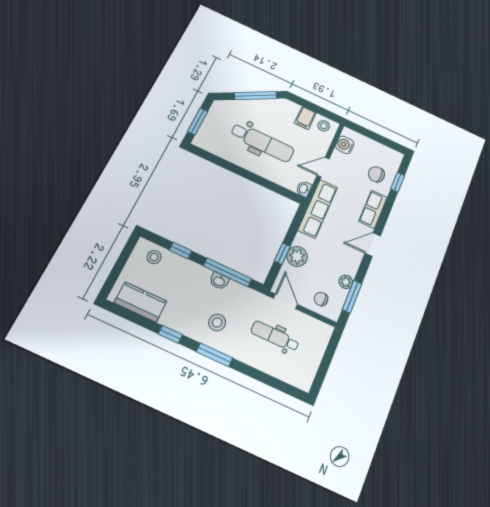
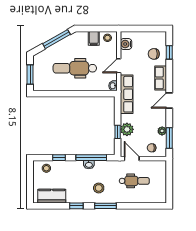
dental chair: (262, 142) -> (75, 68), turned 180
dental chair: (275, 336) -> (134, 181), turned 180

